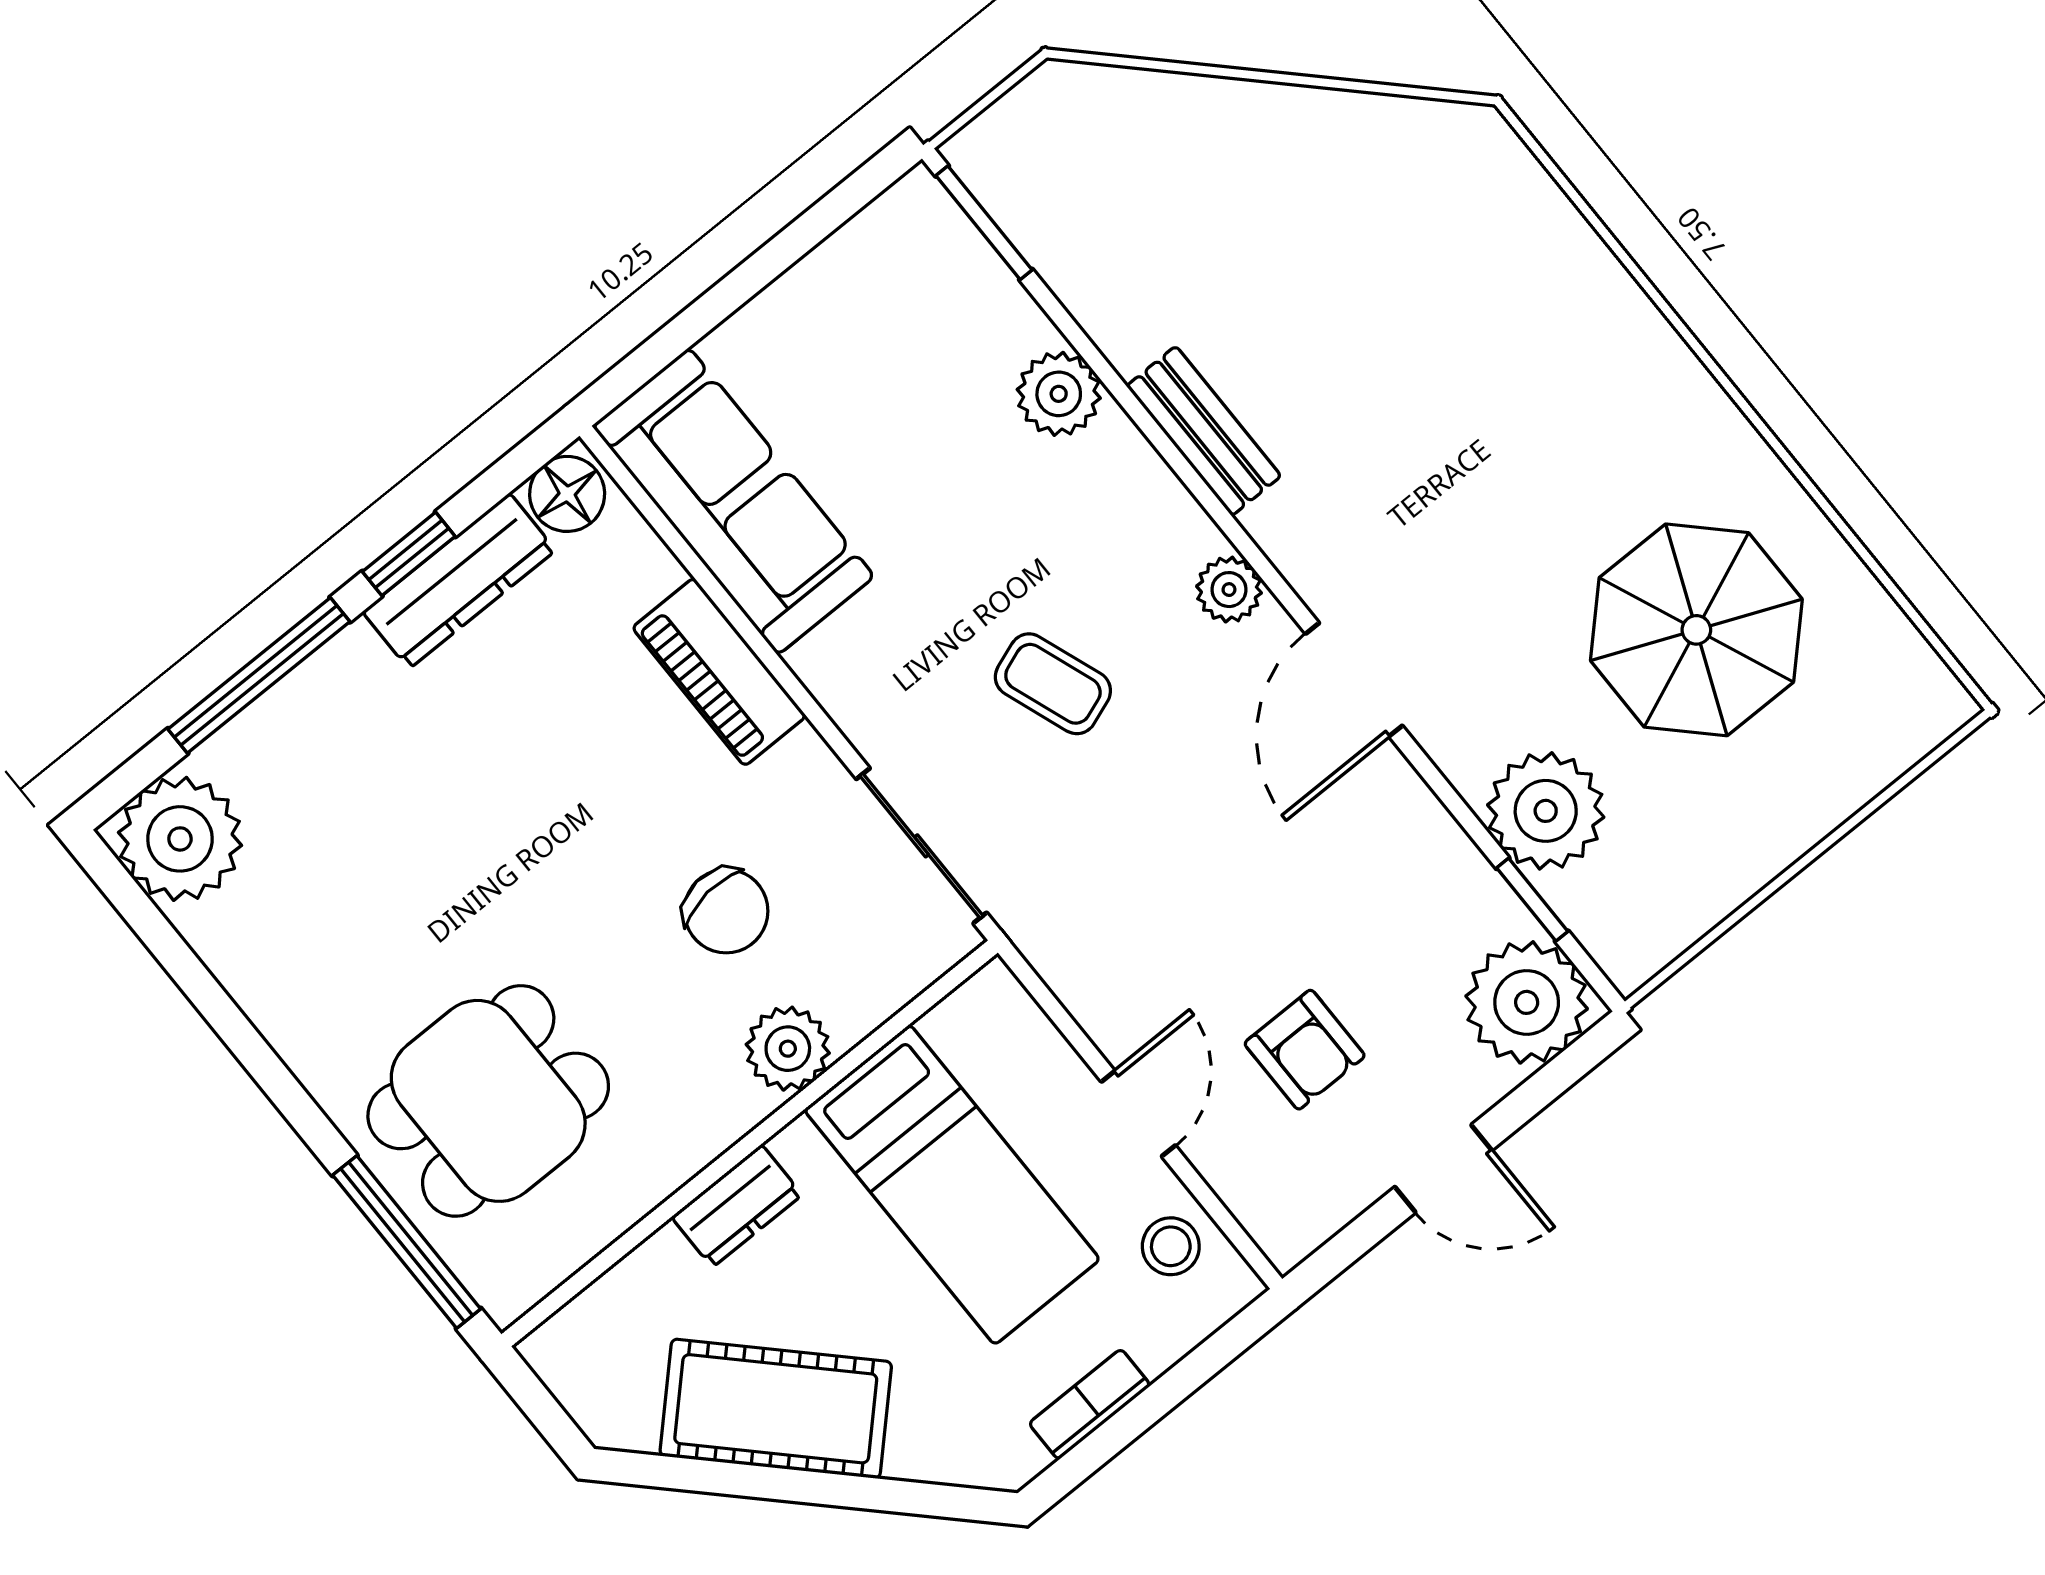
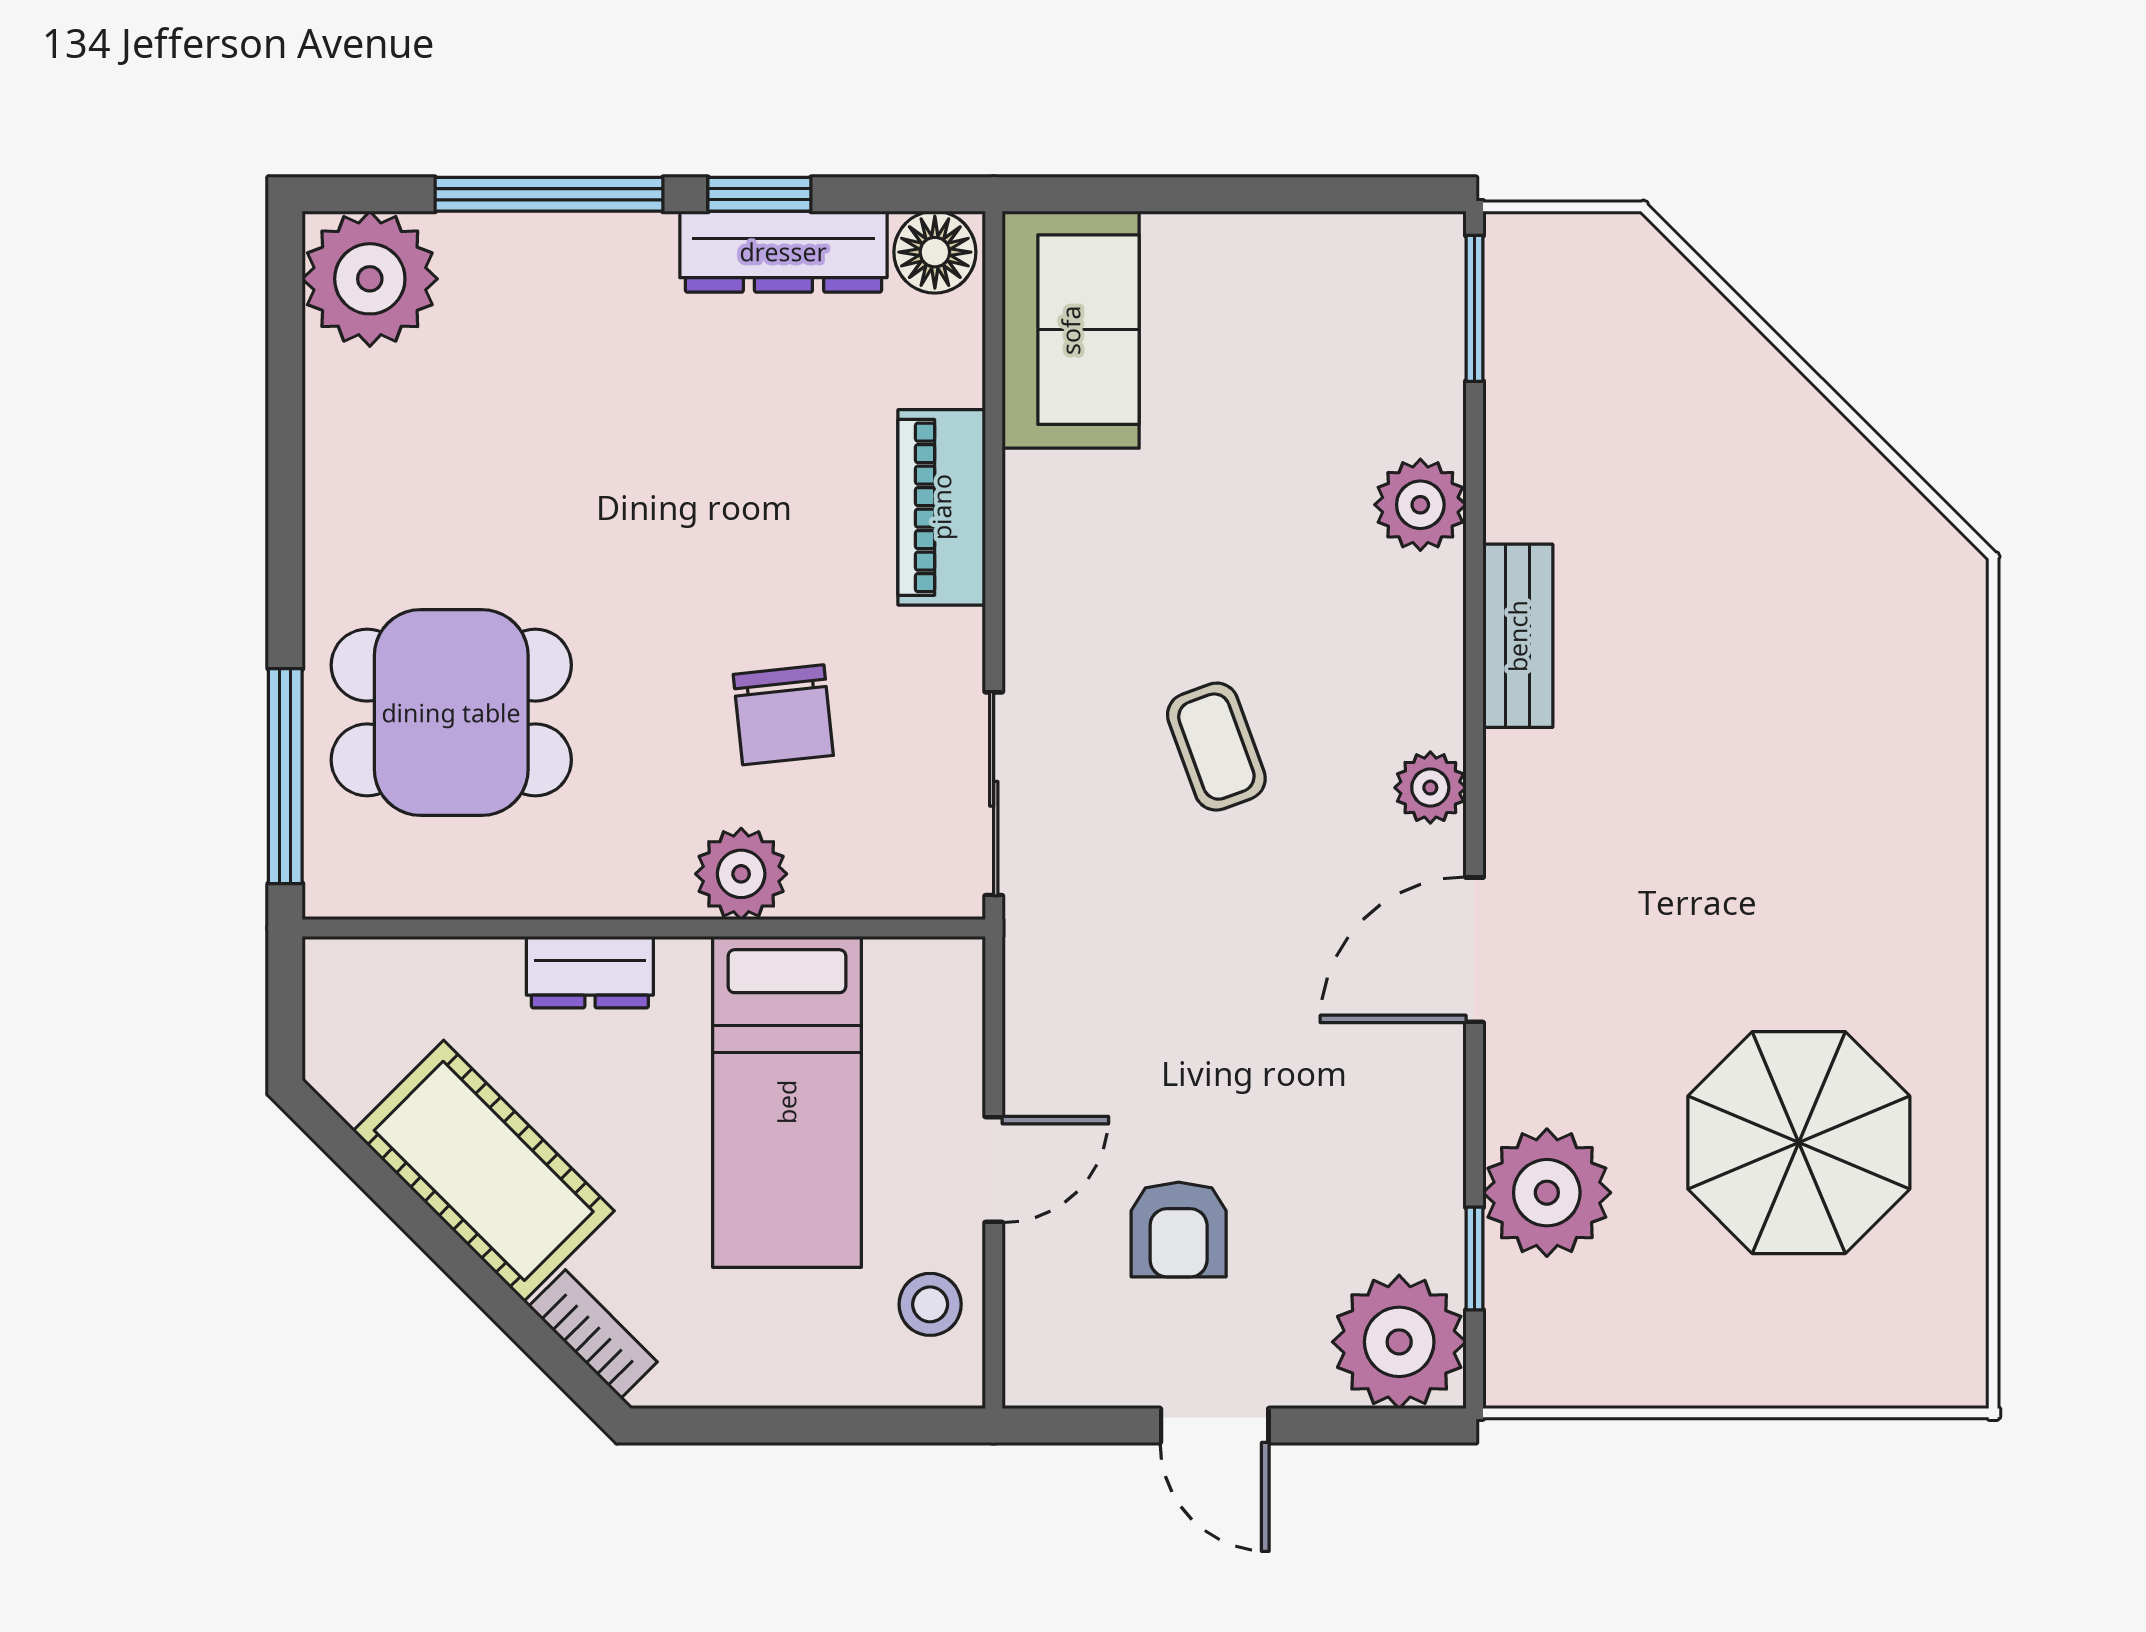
sofa: (733, 501) -> (1071, 330), width x0.73
bookcase: (1090, 1404) -> (593, 1334), moved, turned 45

